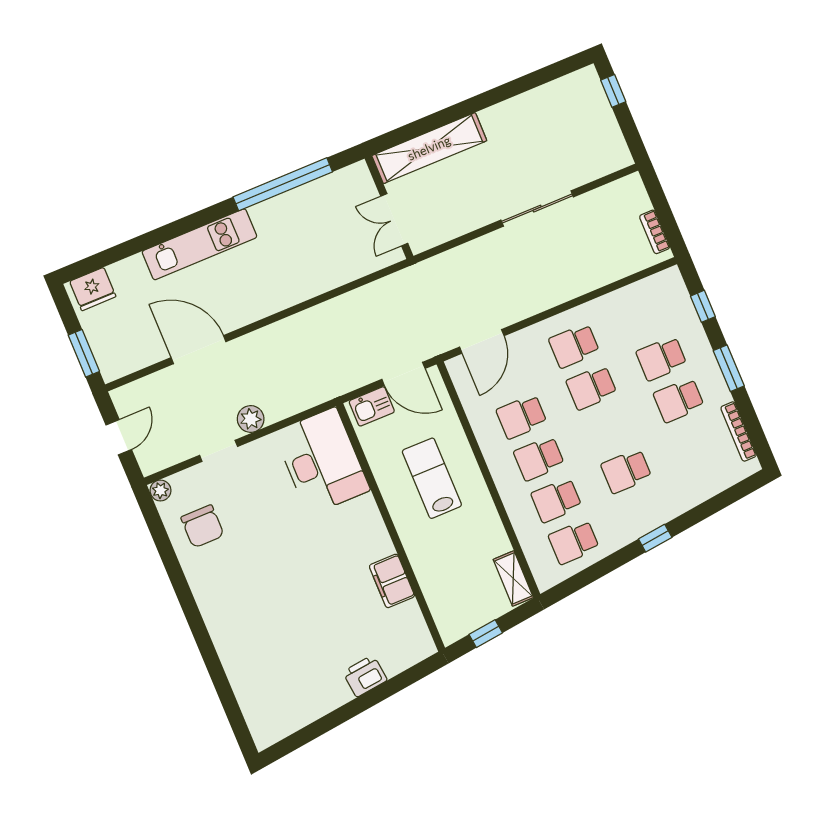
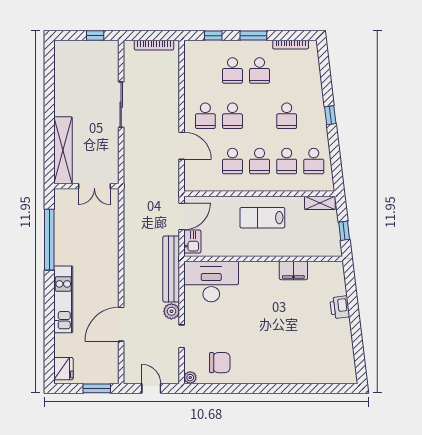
window: (613, 91) -> (95, 36), moved
bookcase: (655, 232) -> (154, 45), width x1.56
door: (482, 341) -> (182, 146), moved
bench: (316, 391) -> (171, 269), added
lab bench: (432, 478) -> (262, 218), moved

